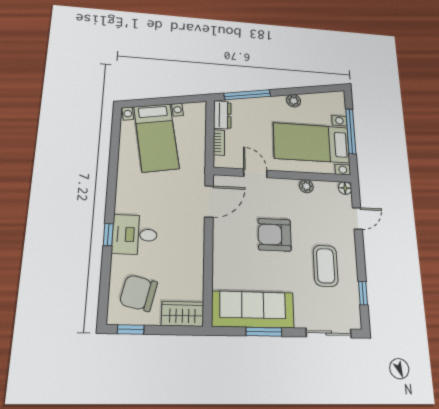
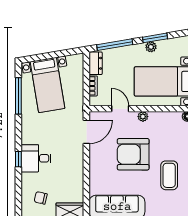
window: (298, 91) -> (155, 38), added
window: (114, 149) -> (18, 96), added
plant: (306, 186) -> (143, 117), moved
armchair: (275, 235) -> (133, 154), width x1.36, depth x1.36
chair: (138, 293) -> (41, 198), width x0.54, depth x0.54

